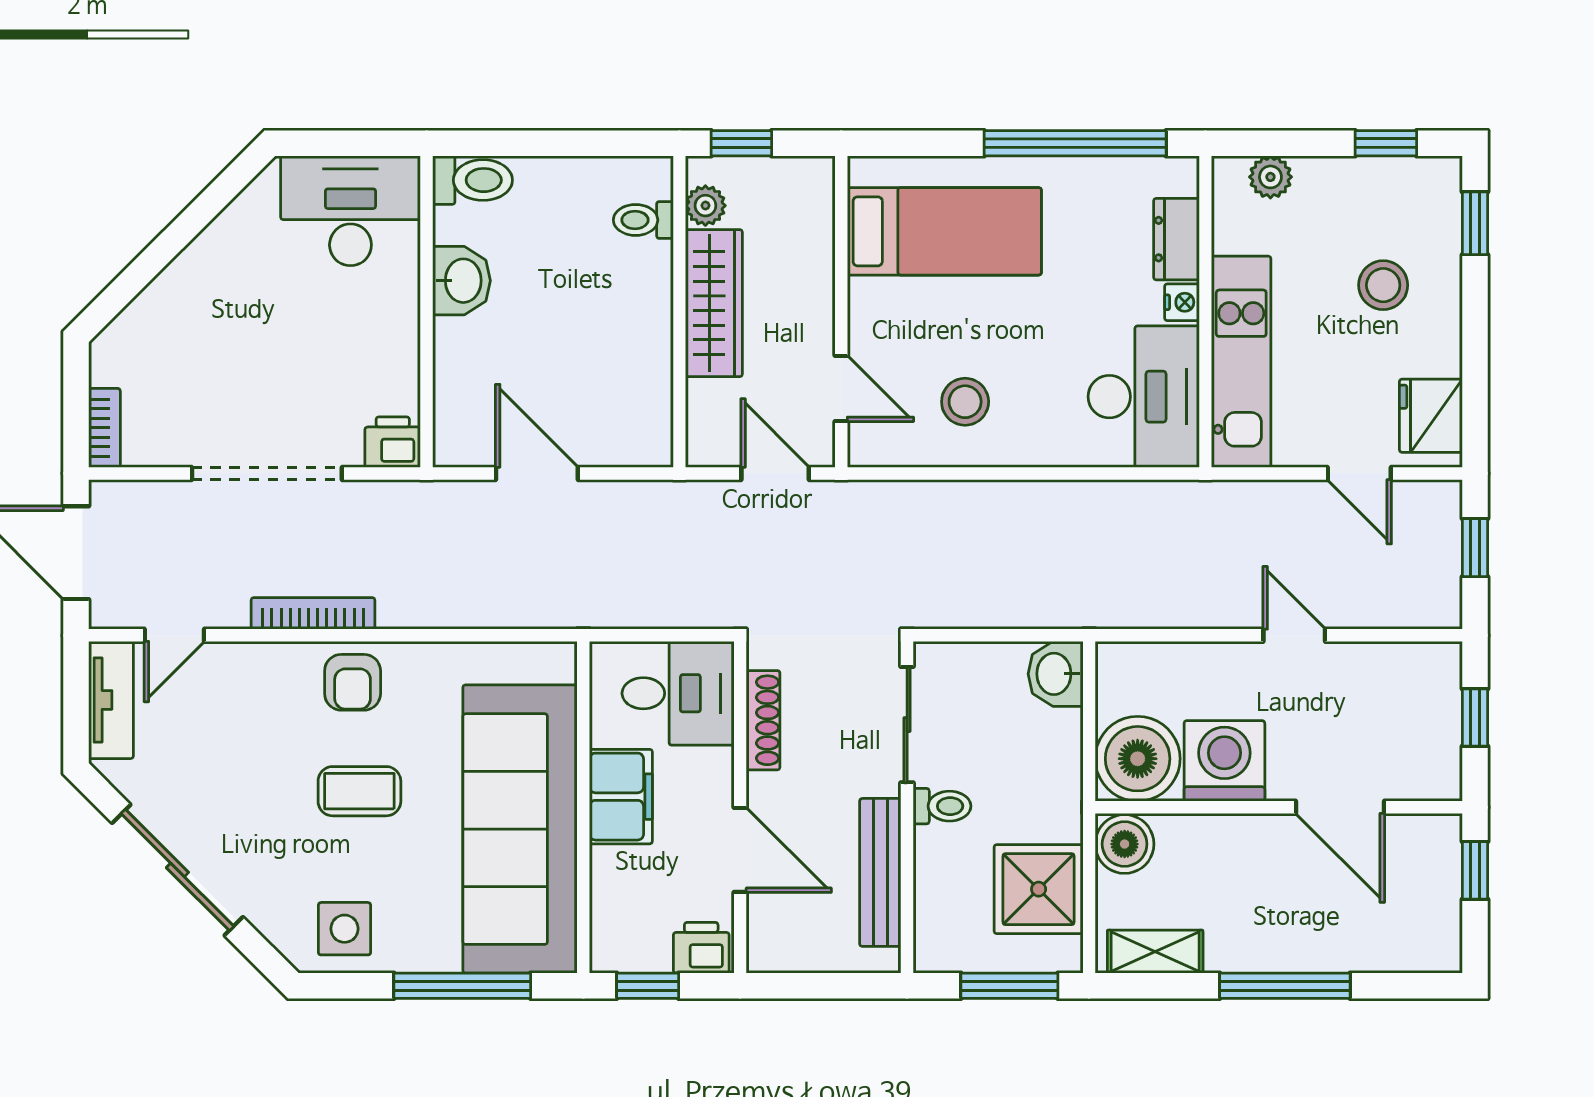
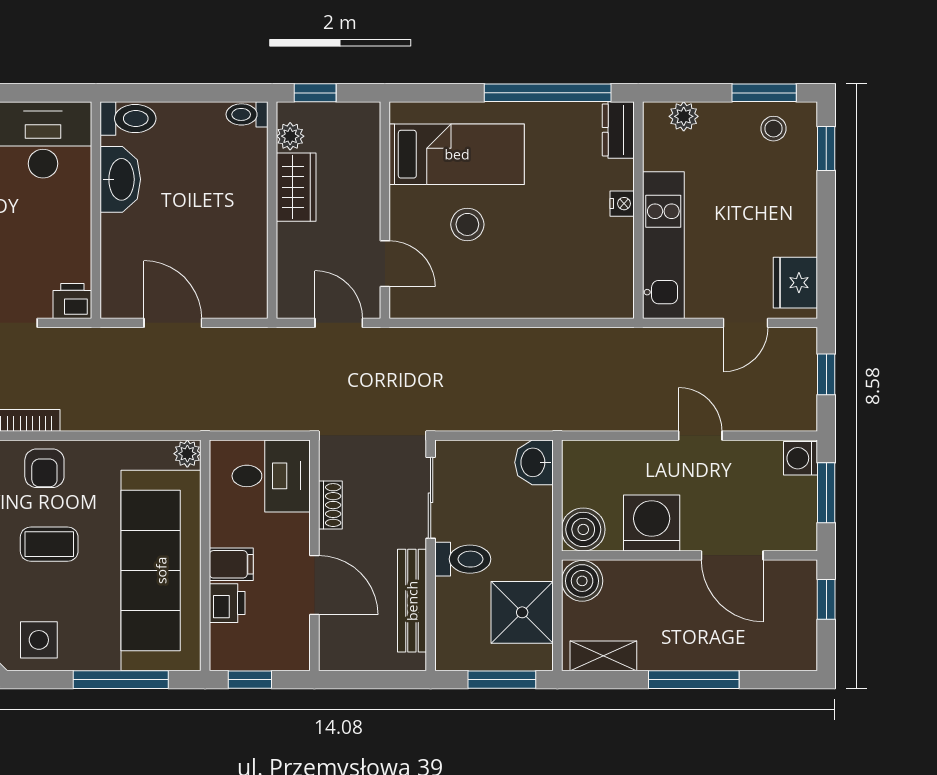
window: (1386, 143) -> (764, 93), width x1.50
toilet: (643, 220) -> (247, 114), moved
dresser: (1176, 239) -> (618, 130), moved
washbasin: (462, 281) -> (120, 179), width x1.38
stool: (1383, 285) -> (773, 129), moved, width x0.73, depth x0.73
wardrobe: (714, 303) -> (296, 187), width x0.67
desk: (1144, 397) -> (595, 269), removed
stool: (965, 402) -> (467, 224), moved
door: (1359, 473) -> (746, 323), hinge flipped
plant: (558, 661) -> (187, 454), added
washing machine: (1438, 668) -> (800, 458), added
window: (1475, 718) -> (826, 493), width x1.50
shoe rack: (763, 720) -> (330, 505), width x0.70
boiler: (1138, 759) -> (583, 529), width x0.73, depth x0.73
filing cabinet: (621, 797) -> (231, 564), width x0.50
toilet: (942, 806) -> (463, 559), width x1.37, depth x1.39
printer: (701, 948) -> (227, 603), moved, turned 90

